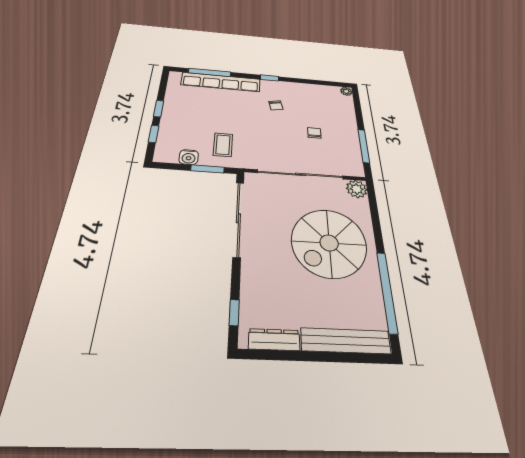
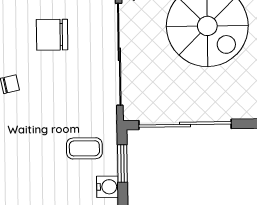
chair: (314, 133) -> (52, 35), width x1.87, depth x1.87

